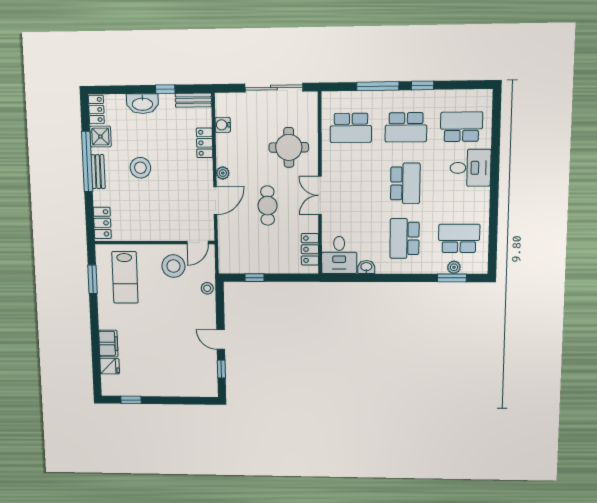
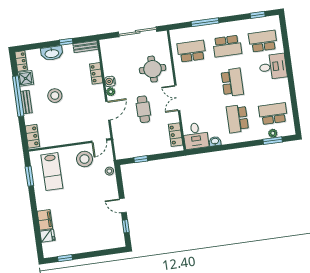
window: (423, 85) -> (258, 15), moved
water cooler: (223, 125) -> (110, 81), moved
school desk: (351, 128) -> (192, 51), turned 180

